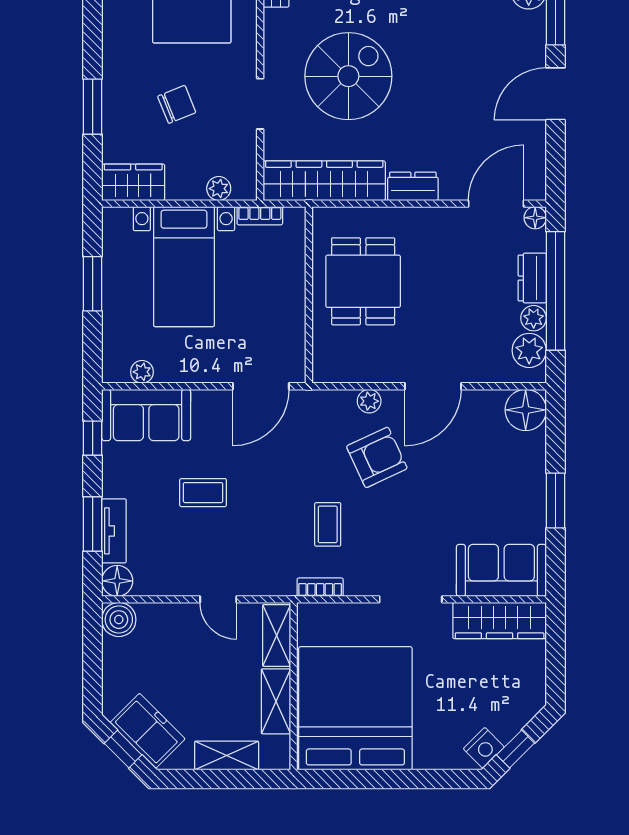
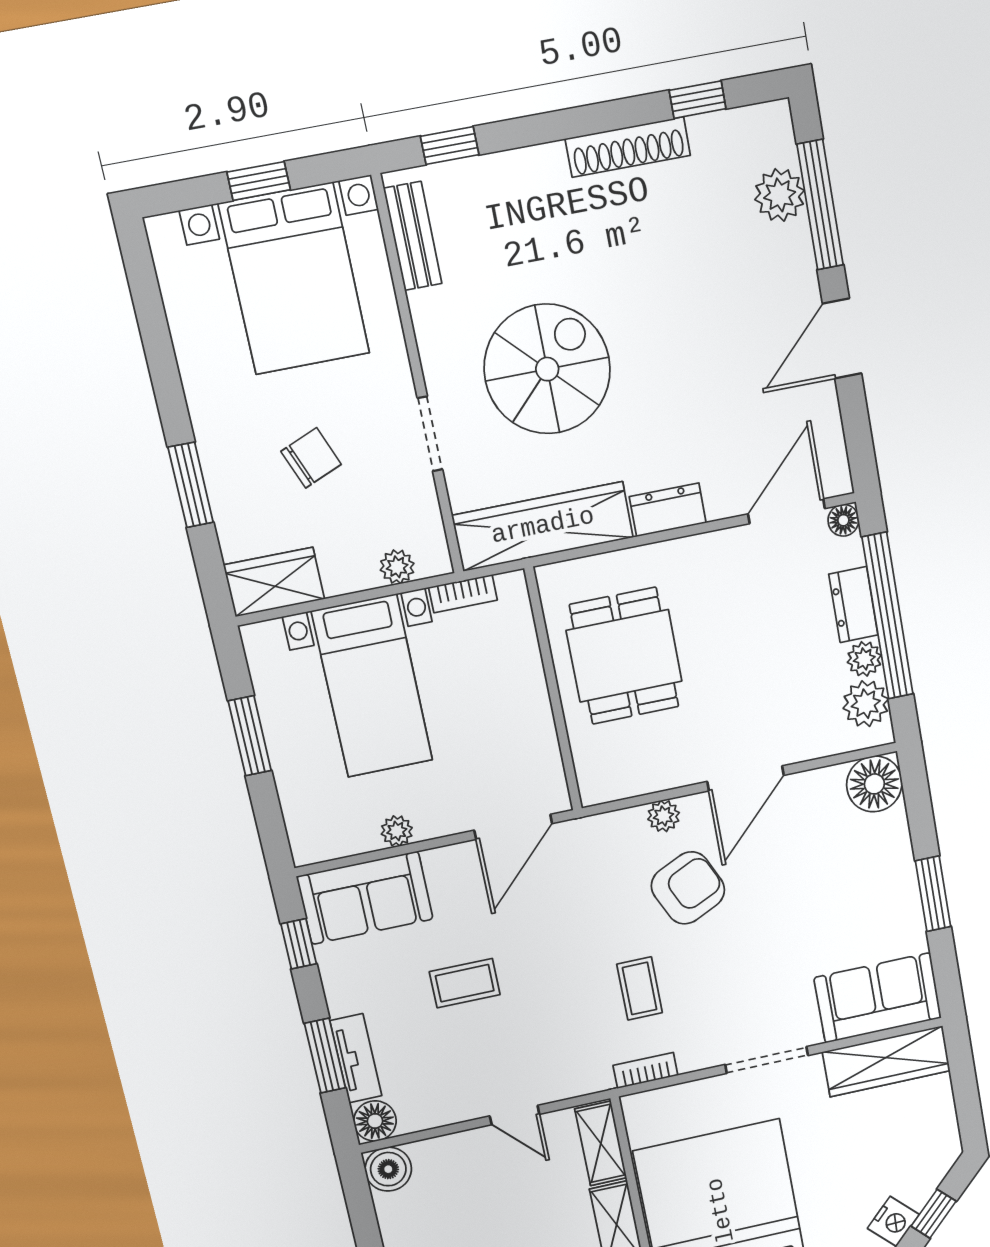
plant: (142, 372) -> (397, 831), moved

